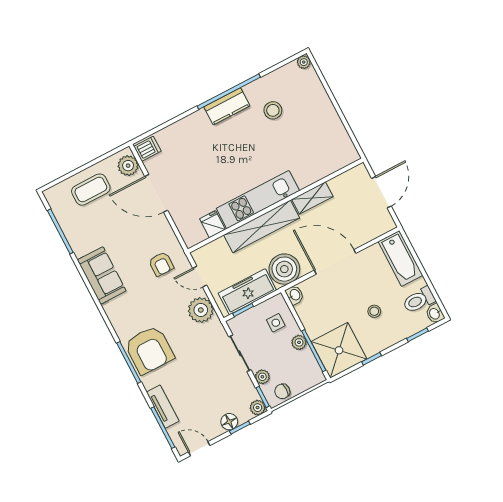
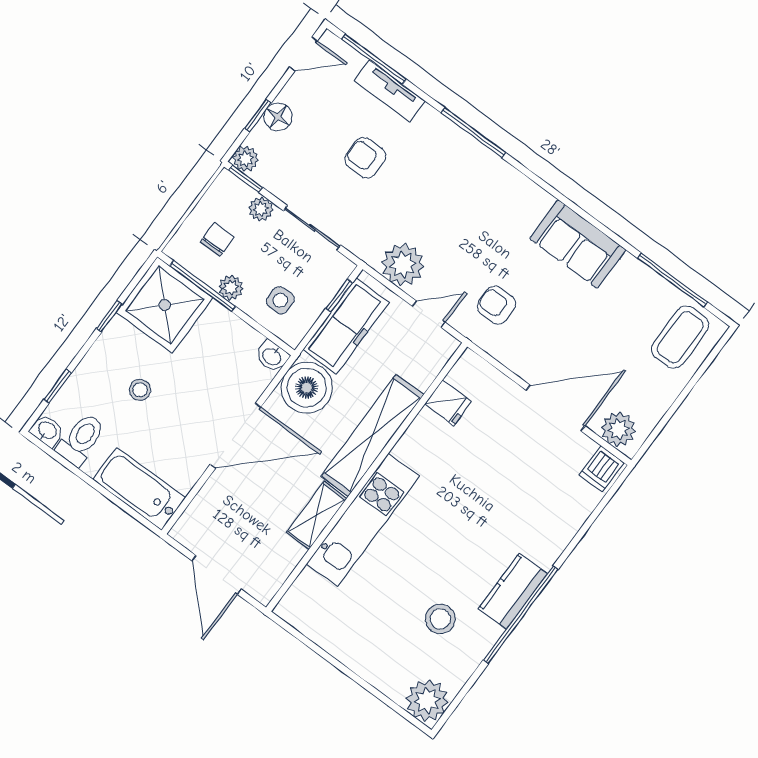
plant: (304, 62) -> (427, 700), width x1.88, depth x1.88
coffee table: (91, 190) -> (680, 337), moved
kitchen unit: (258, 200) -> (363, 520), moved
armchair: (149, 350) -> (365, 158), moved, width x0.53, depth x0.53
chair: (282, 391) -> (217, 239), moved

